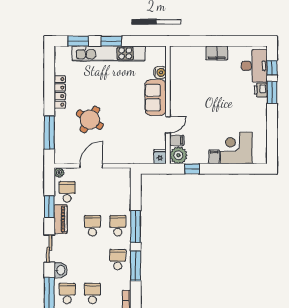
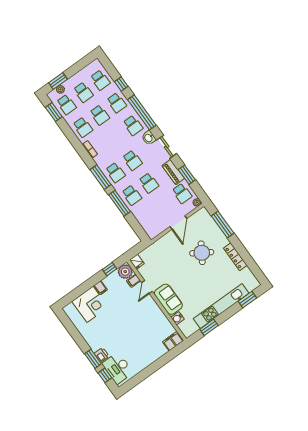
window: (111, 41) -> (209, 327), moved
filing cabinet: (217, 53) -> (173, 341), moved
school desk: (92, 293) -> (132, 160), moved

